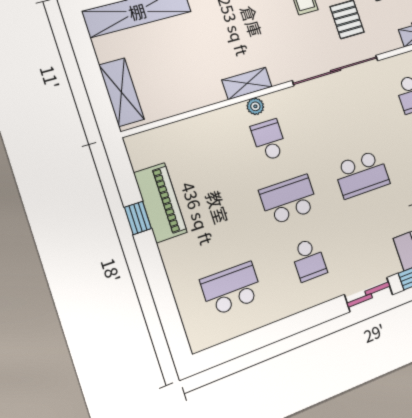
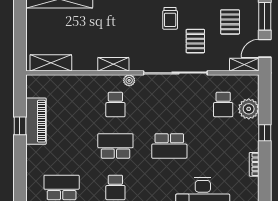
shelving: (121, 92) -> (51, 63), moved, turned 90
plant: (255, 106) -> (129, 80), moved
school desk: (269, 140) -> (115, 104), turned 180

